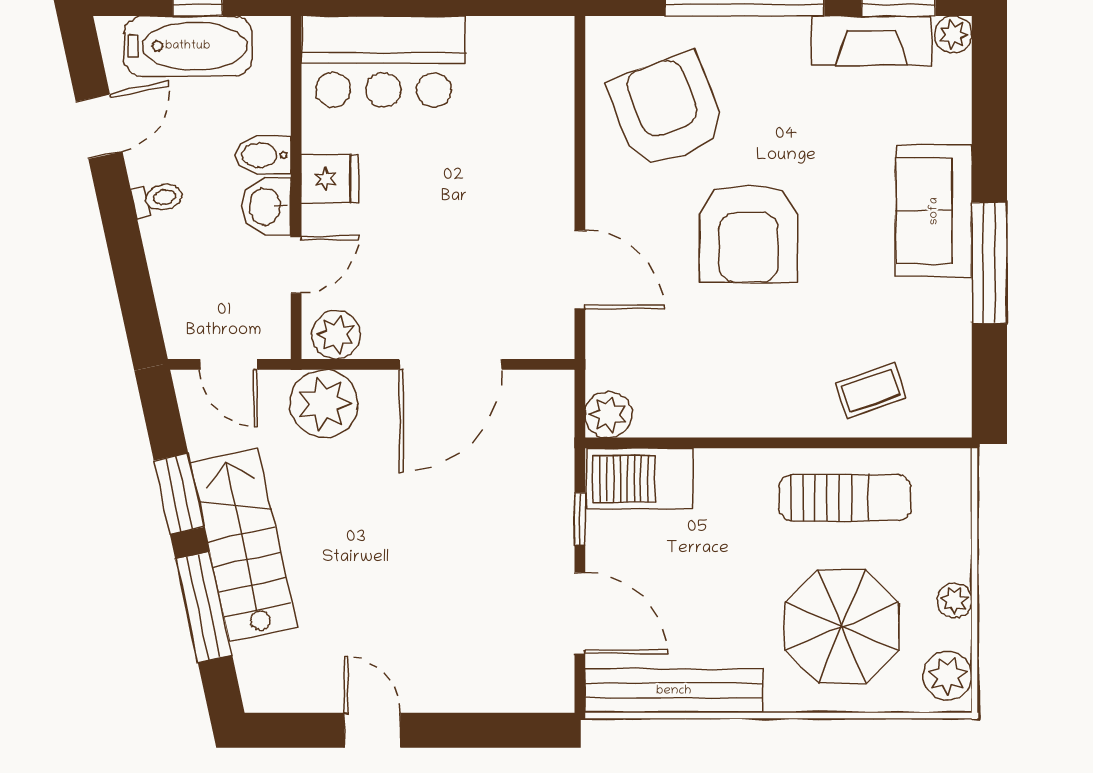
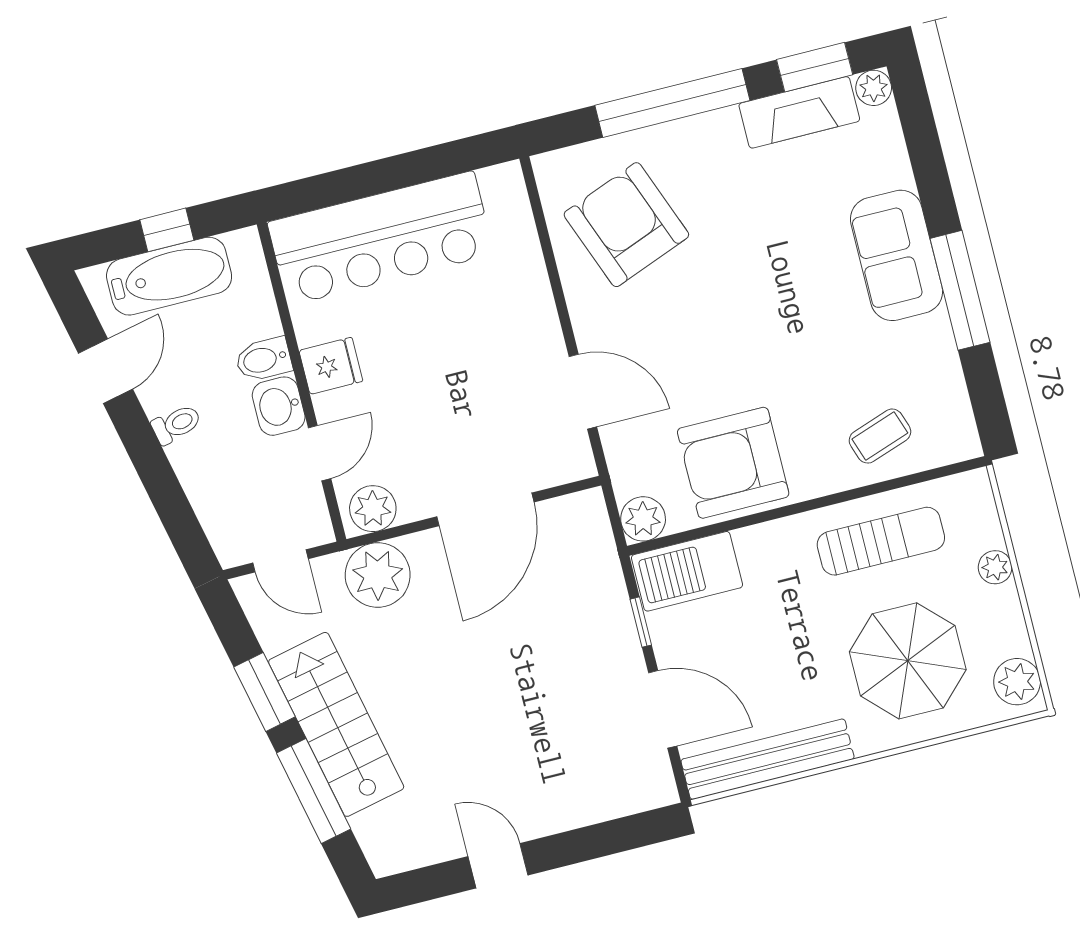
bar counter: (383, 62) -> (381, 238), width x1.36
armchair: (748, 234) -> (733, 463), moved, turned 90
plant: (954, 601) -> (995, 567), moved

